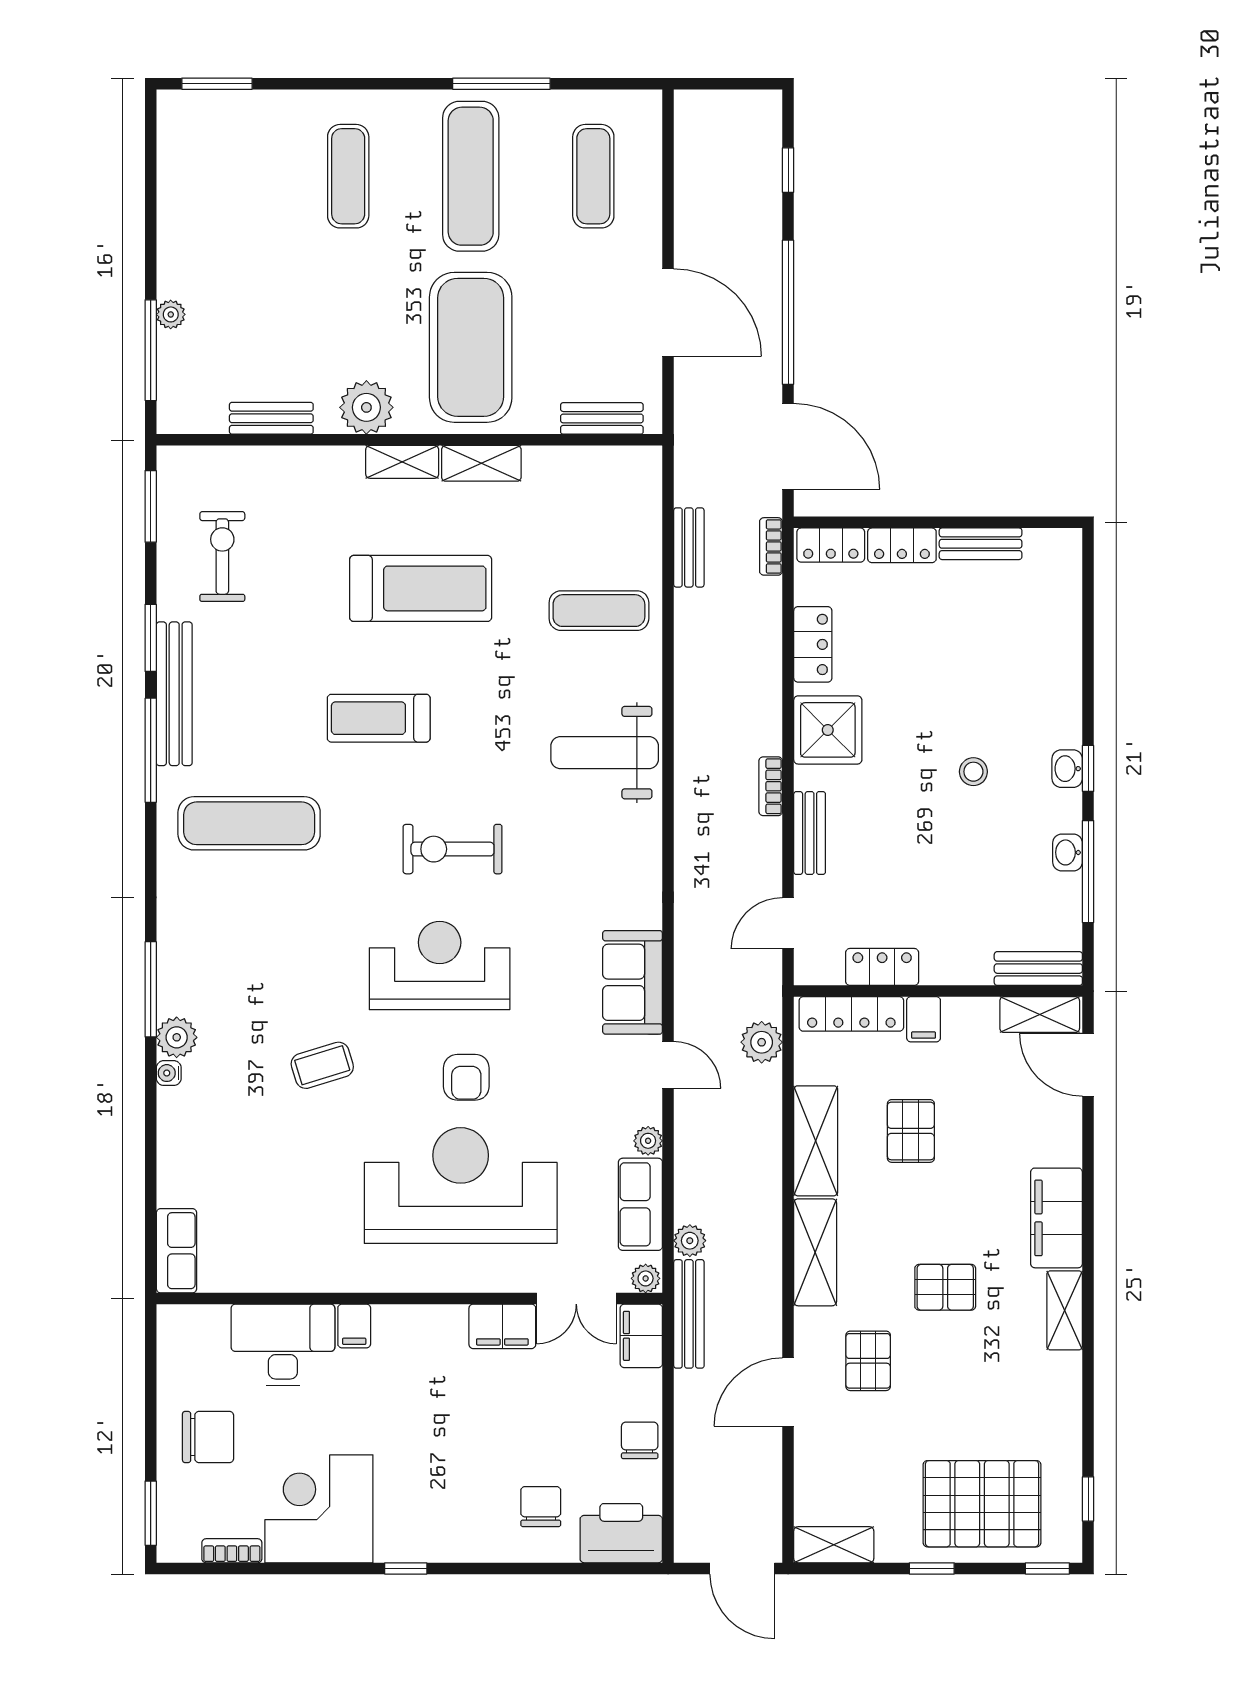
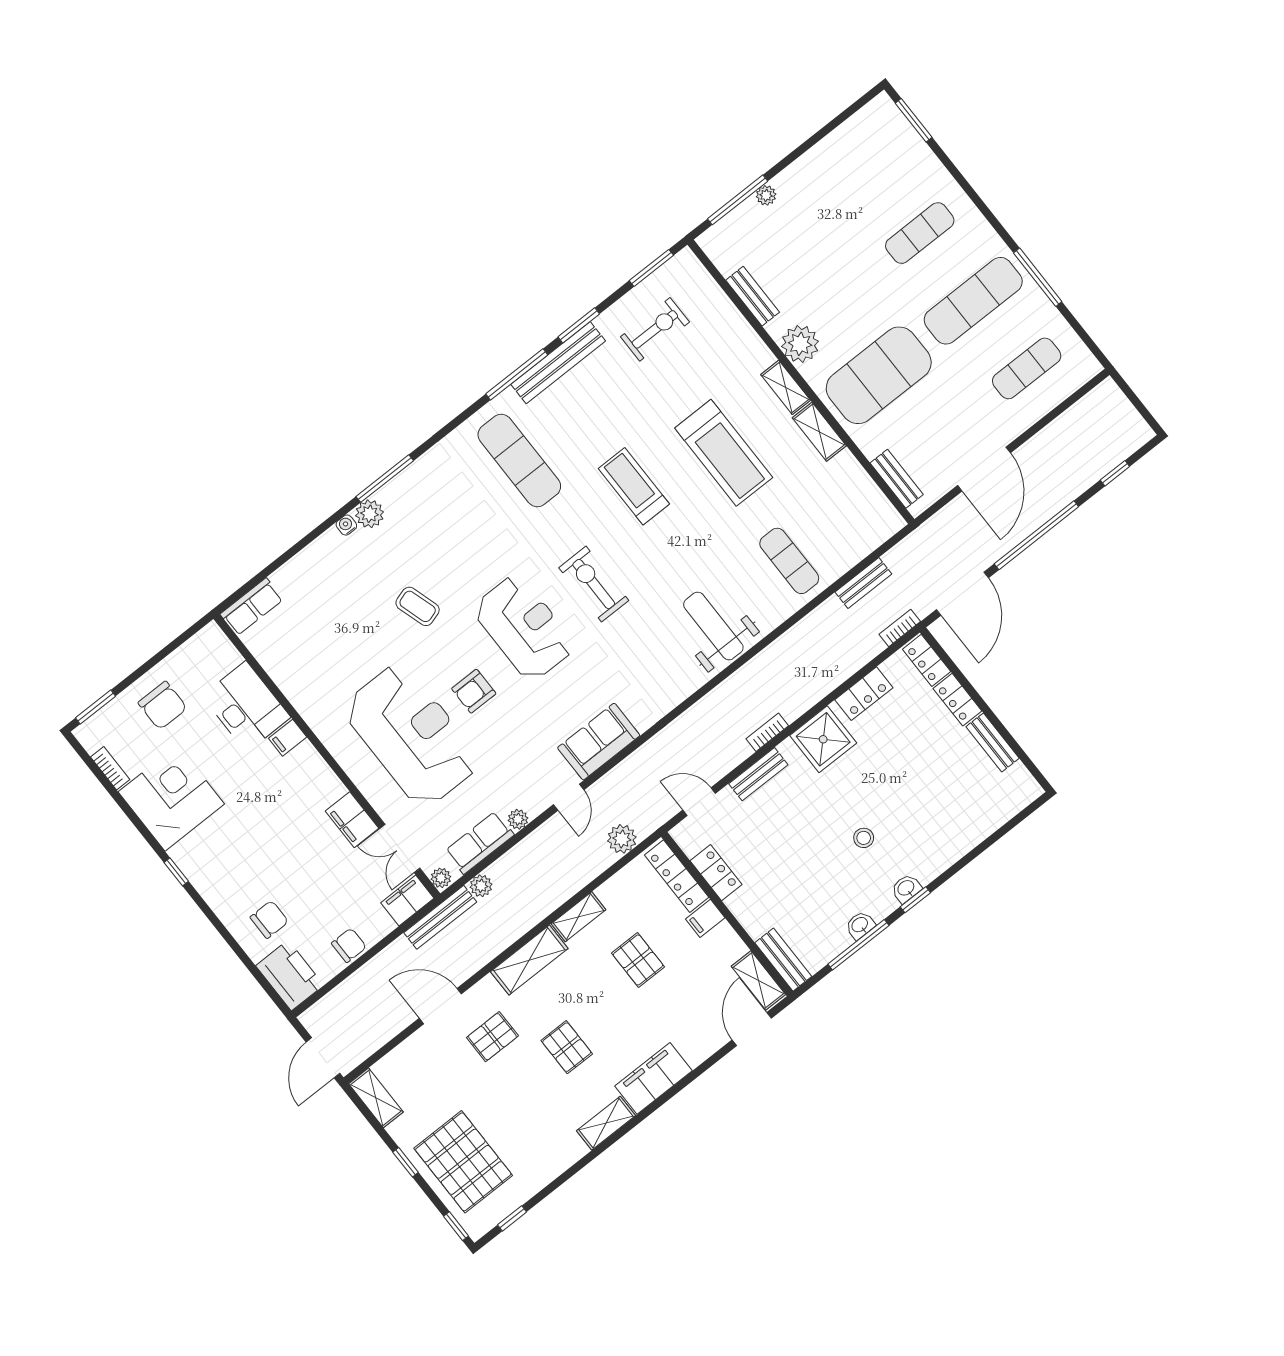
pallet: (911, 1131) -> (638, 960), turned 90
shelving: (816, 1141) -> (579, 917), width x0.67, depth x0.75

